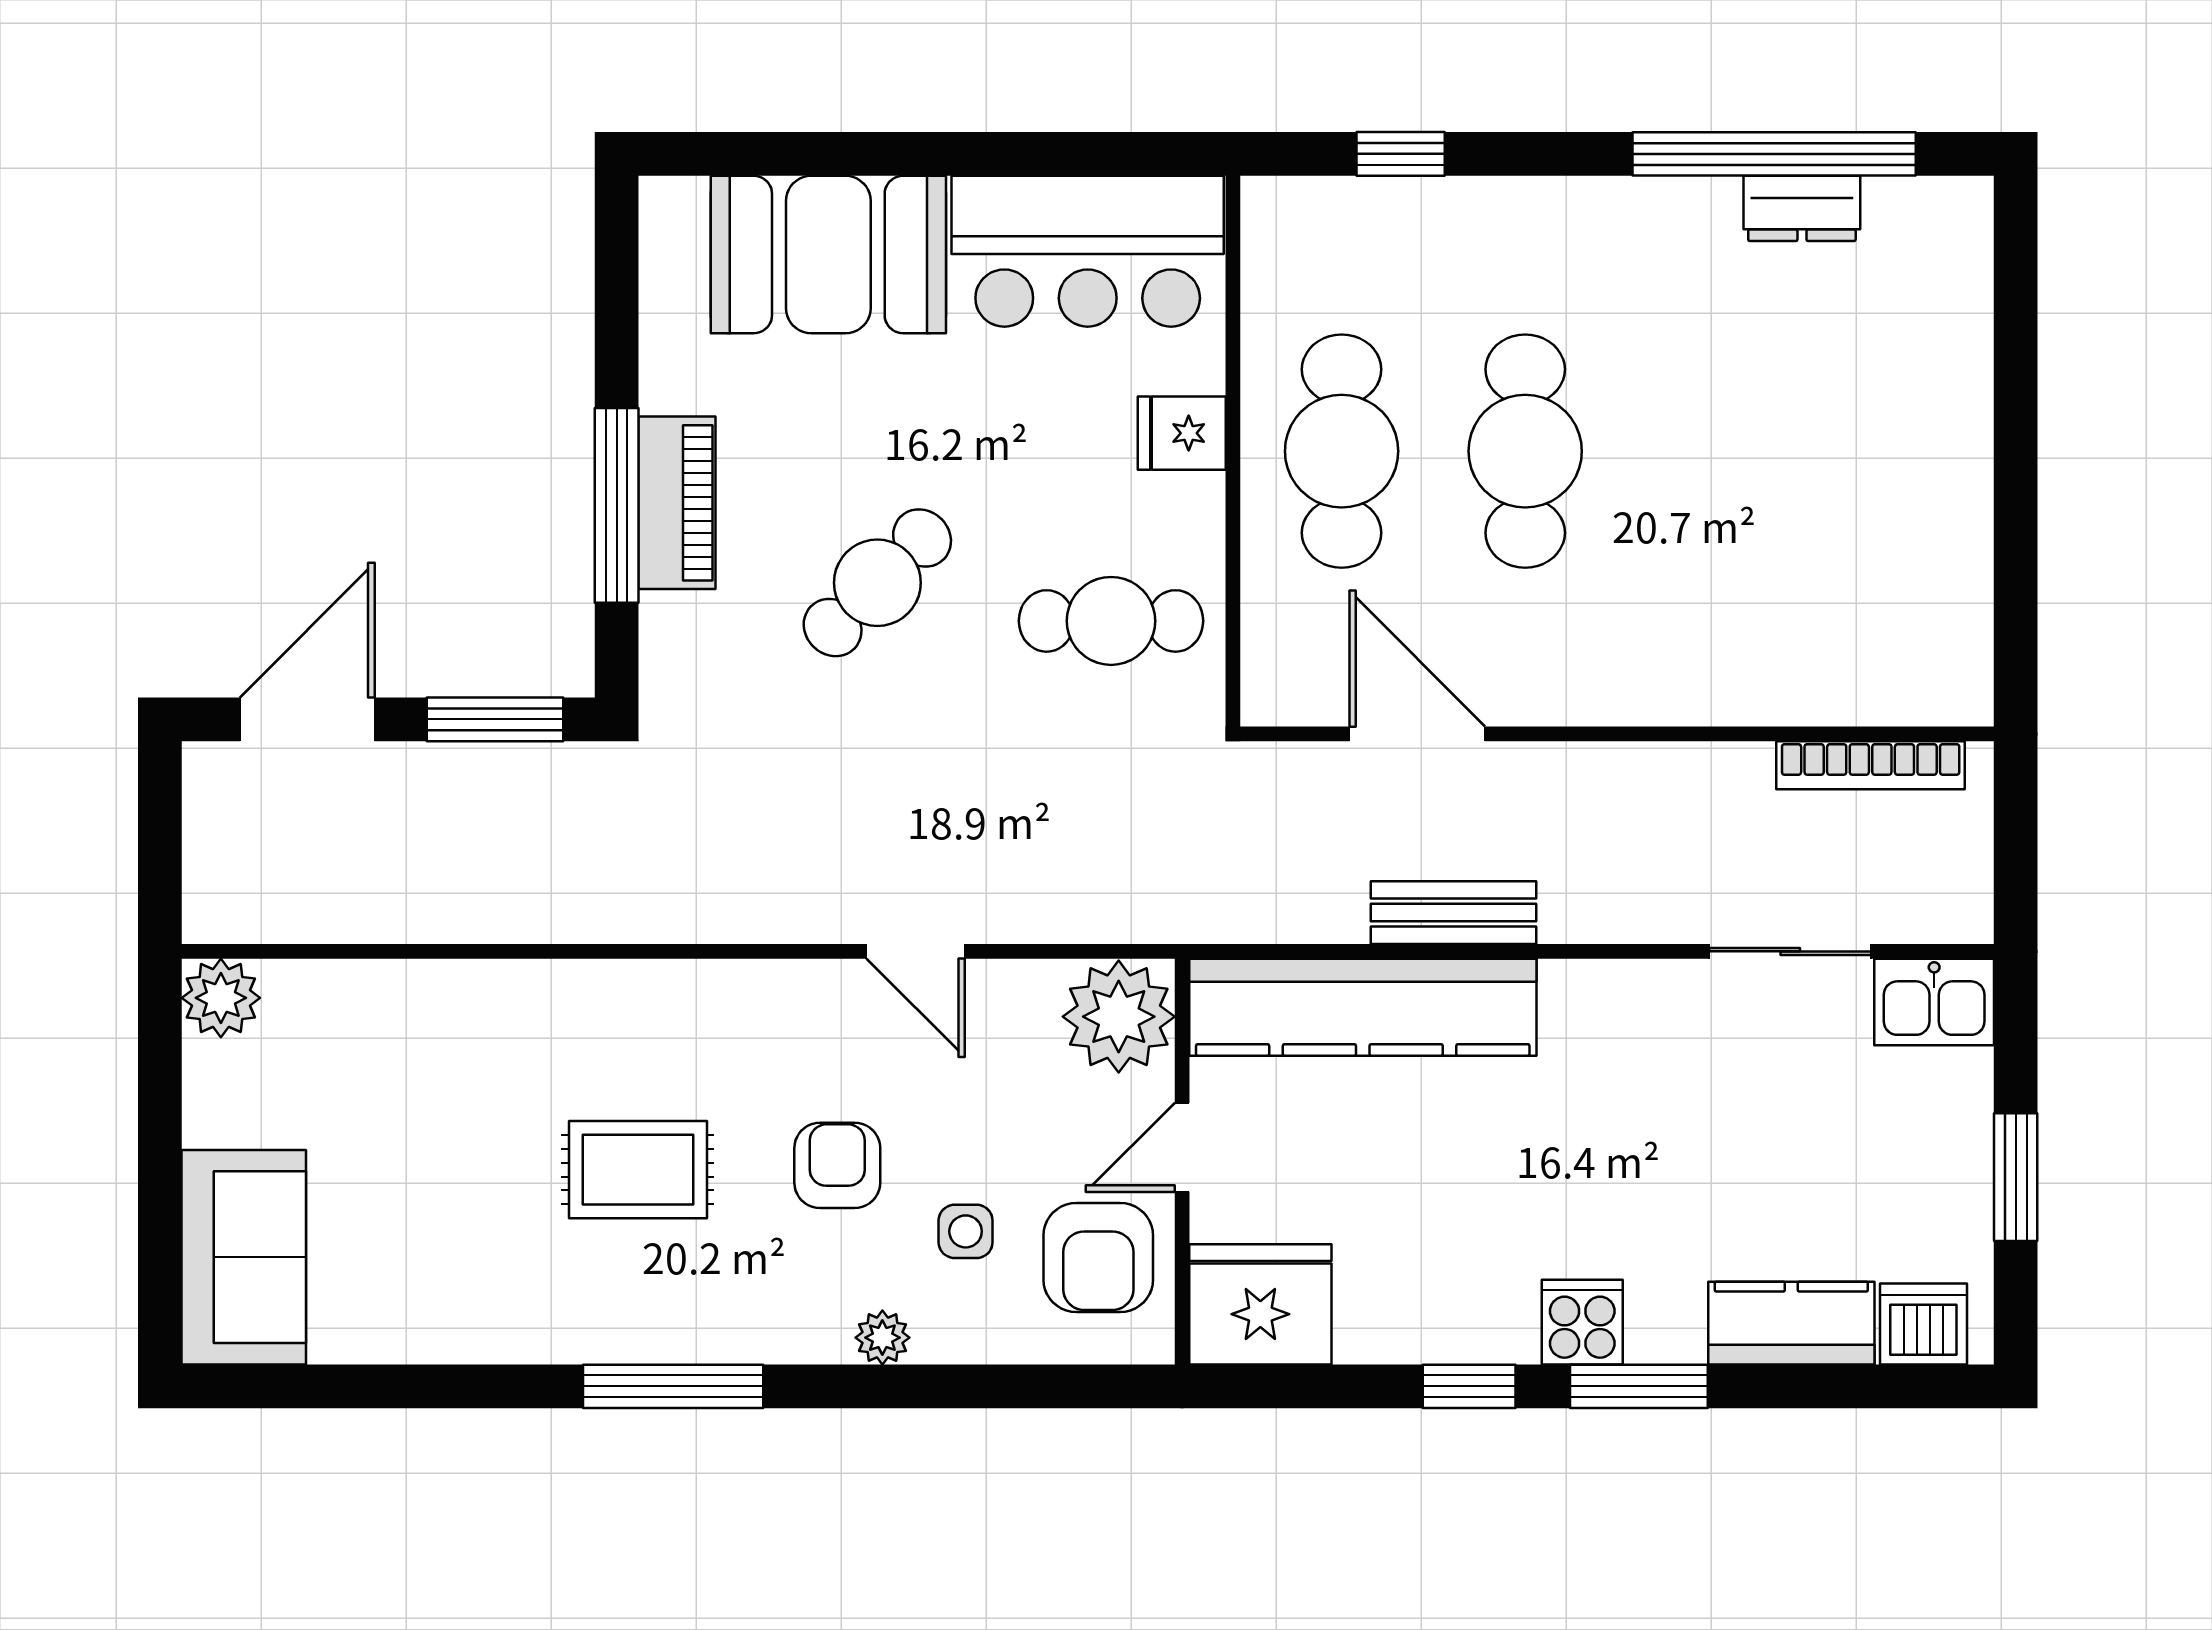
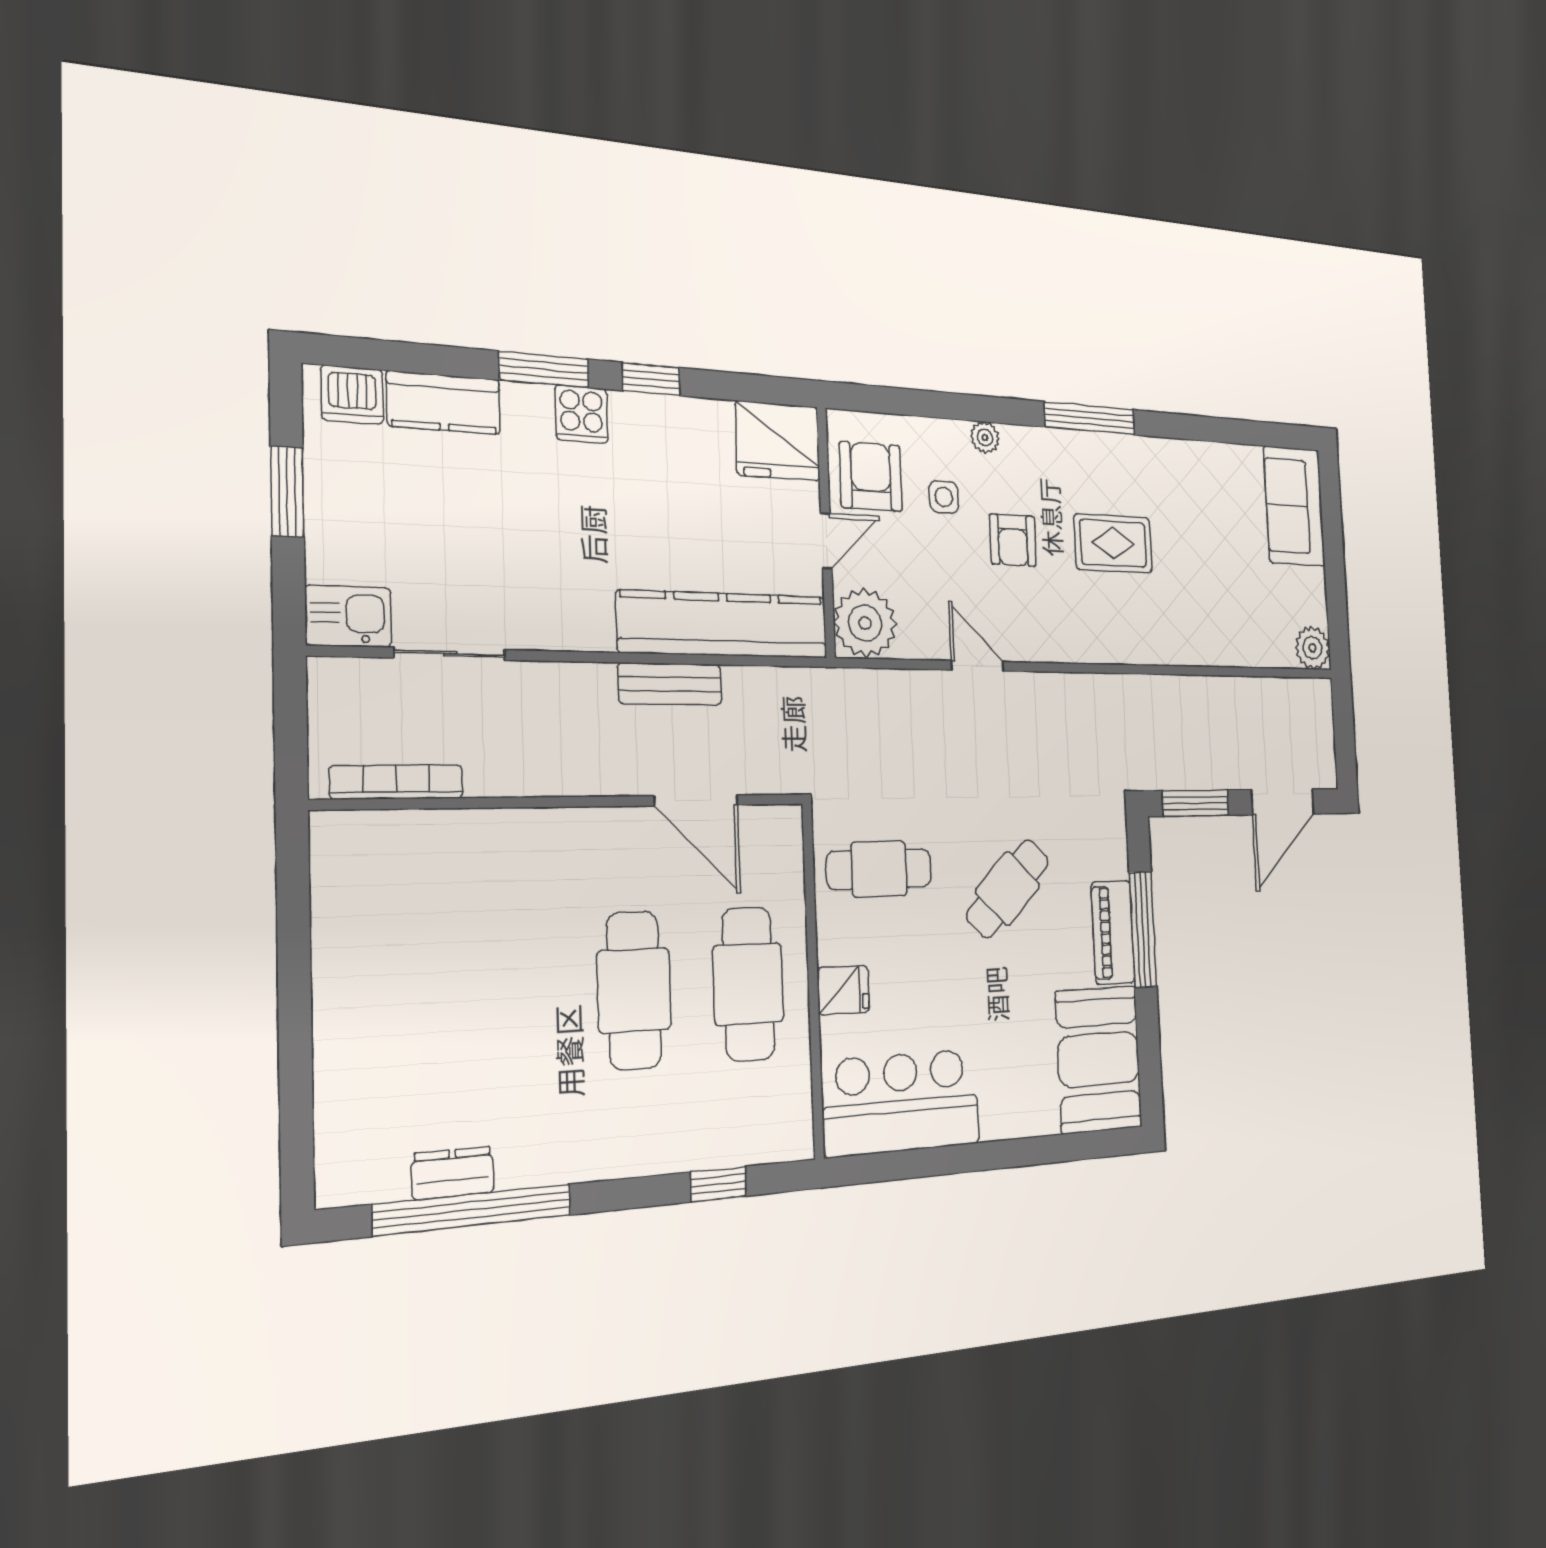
booth: (828, 255) -> (1099, 1059), moved, turned 90

